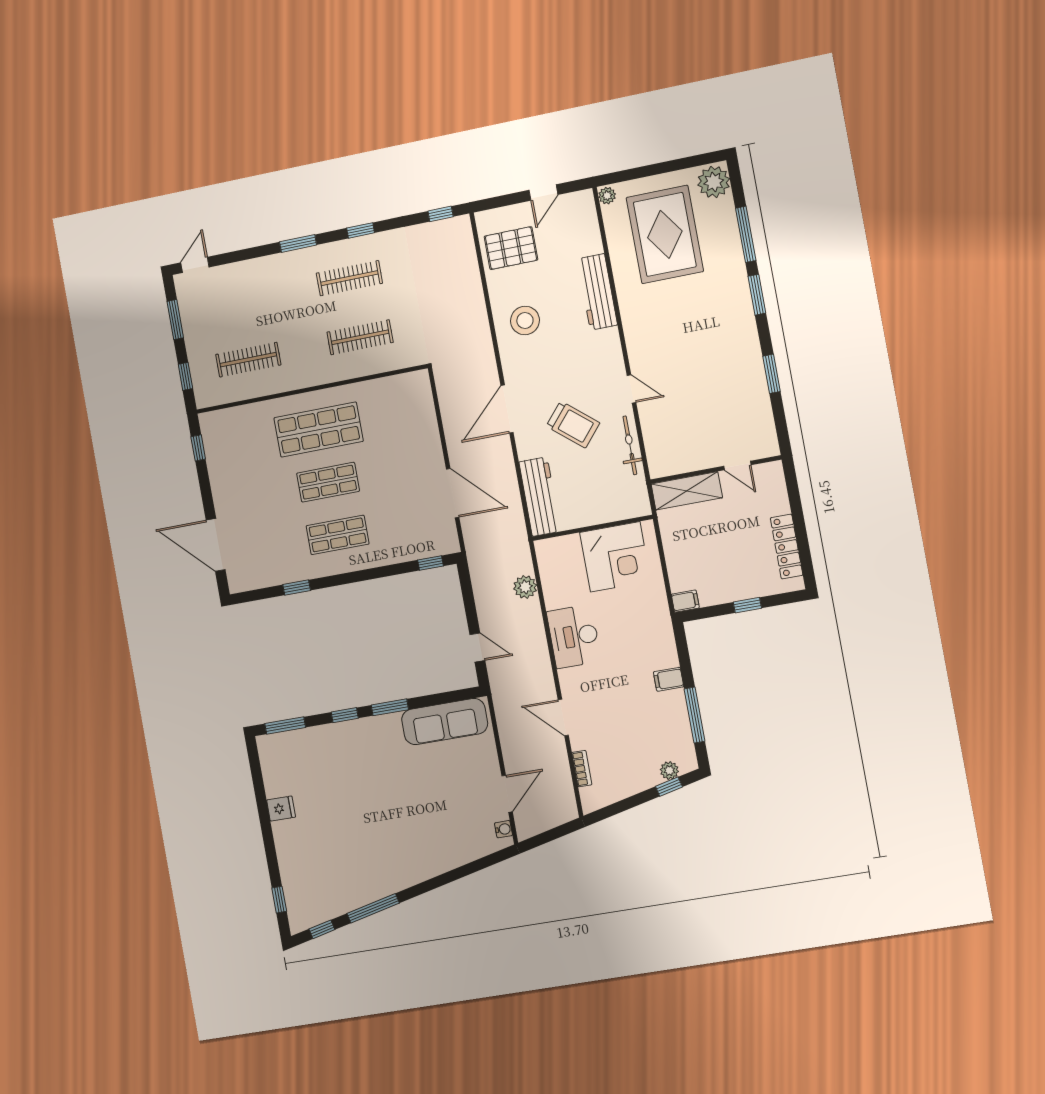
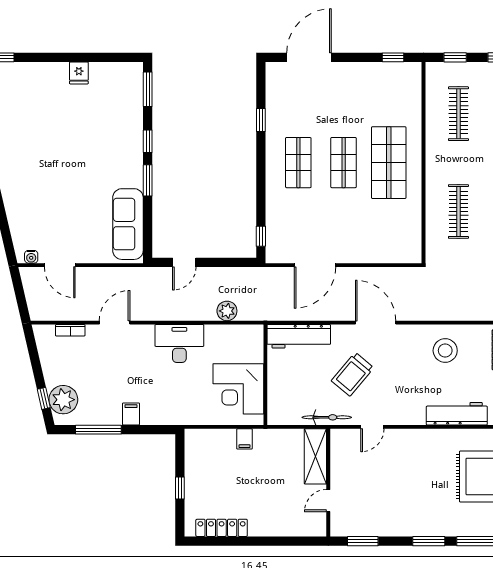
door: (737, 466) -> (328, 501), moved
wall: (716, 470) -> (328, 483), moved
shelving: (687, 491) -> (315, 456), moved
filing cabinet: (685, 601) -> (244, 439), moved
plant: (669, 770) -> (63, 400), width x1.88, depth x1.88

